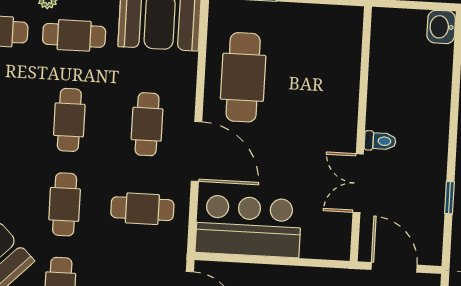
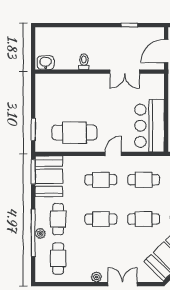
washbasin: (441, 27) -> (46, 63), moved, turned 180
toilet: (380, 141) -> (84, 62), moved
door: (197, 151) -> (113, 154), width x0.53
cafe table: (142, 209) -> (144, 180), turned 90

